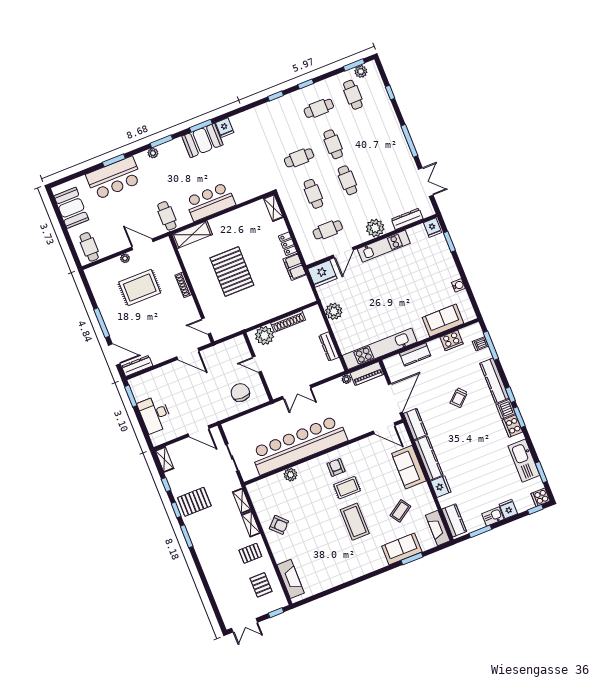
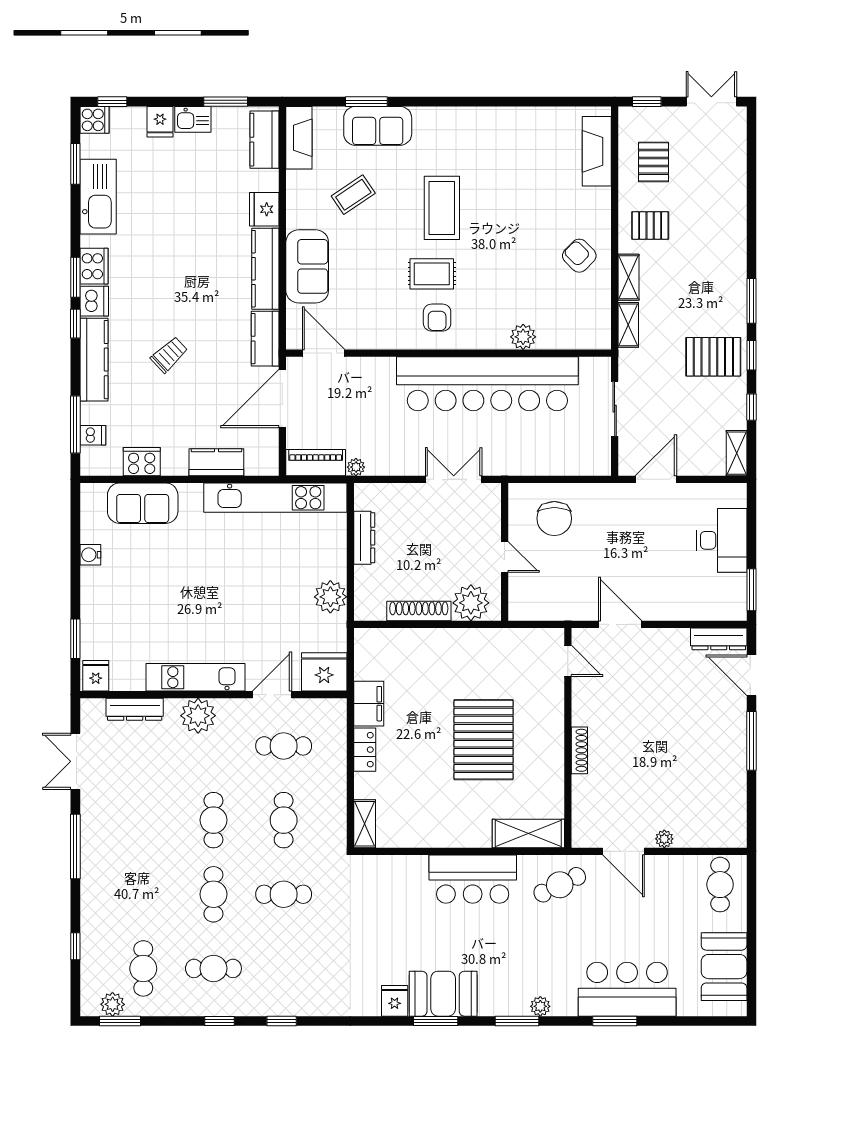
cafe table: (167, 216) -> (560, 885), turned 64
rug: (140, 288) -> (659, 776), removed
door: (199, 431) -> (656, 479), hinge flipped

